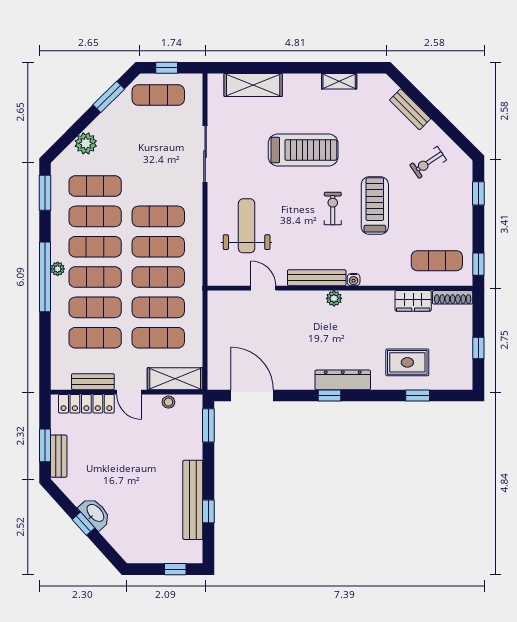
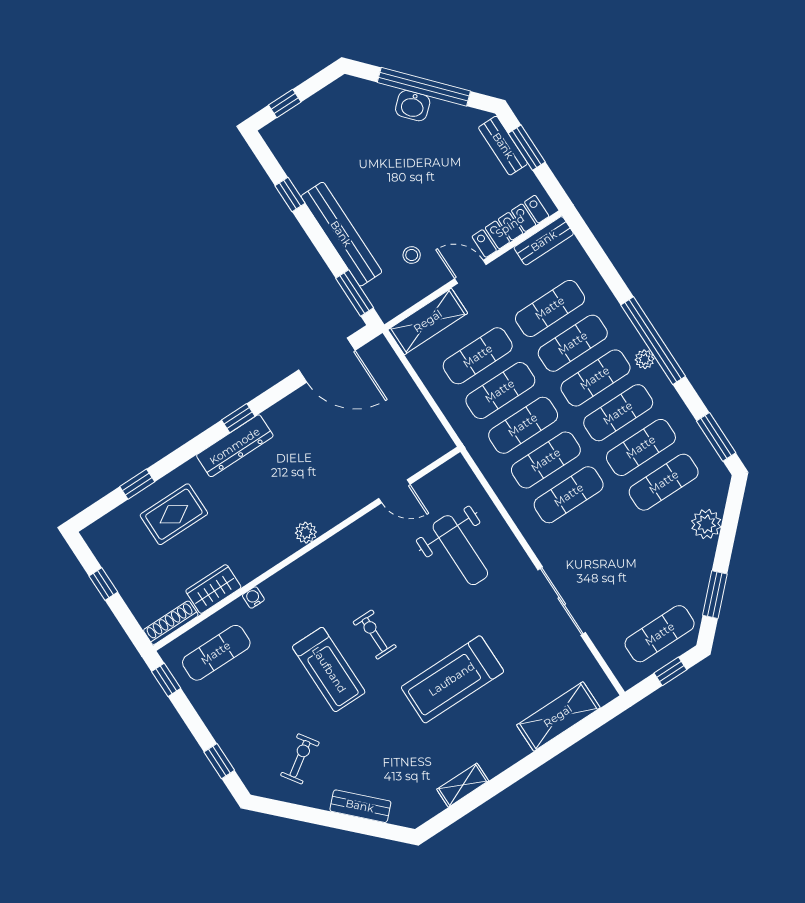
exercise bike: (333, 209) -> (375, 635), turned 180
bench: (317, 278) -> (341, 543), removed
water cooler: (354, 280) -> (253, 597), moved
bench: (93, 382) -> (544, 241), moved
stool: (168, 402) -> (412, 255), moved
bench: (193, 500) -> (341, 234), moved
washbasin: (95, 513) -> (413, 106), width x0.72
window: (84, 524) -> (424, 87), width x3.17

